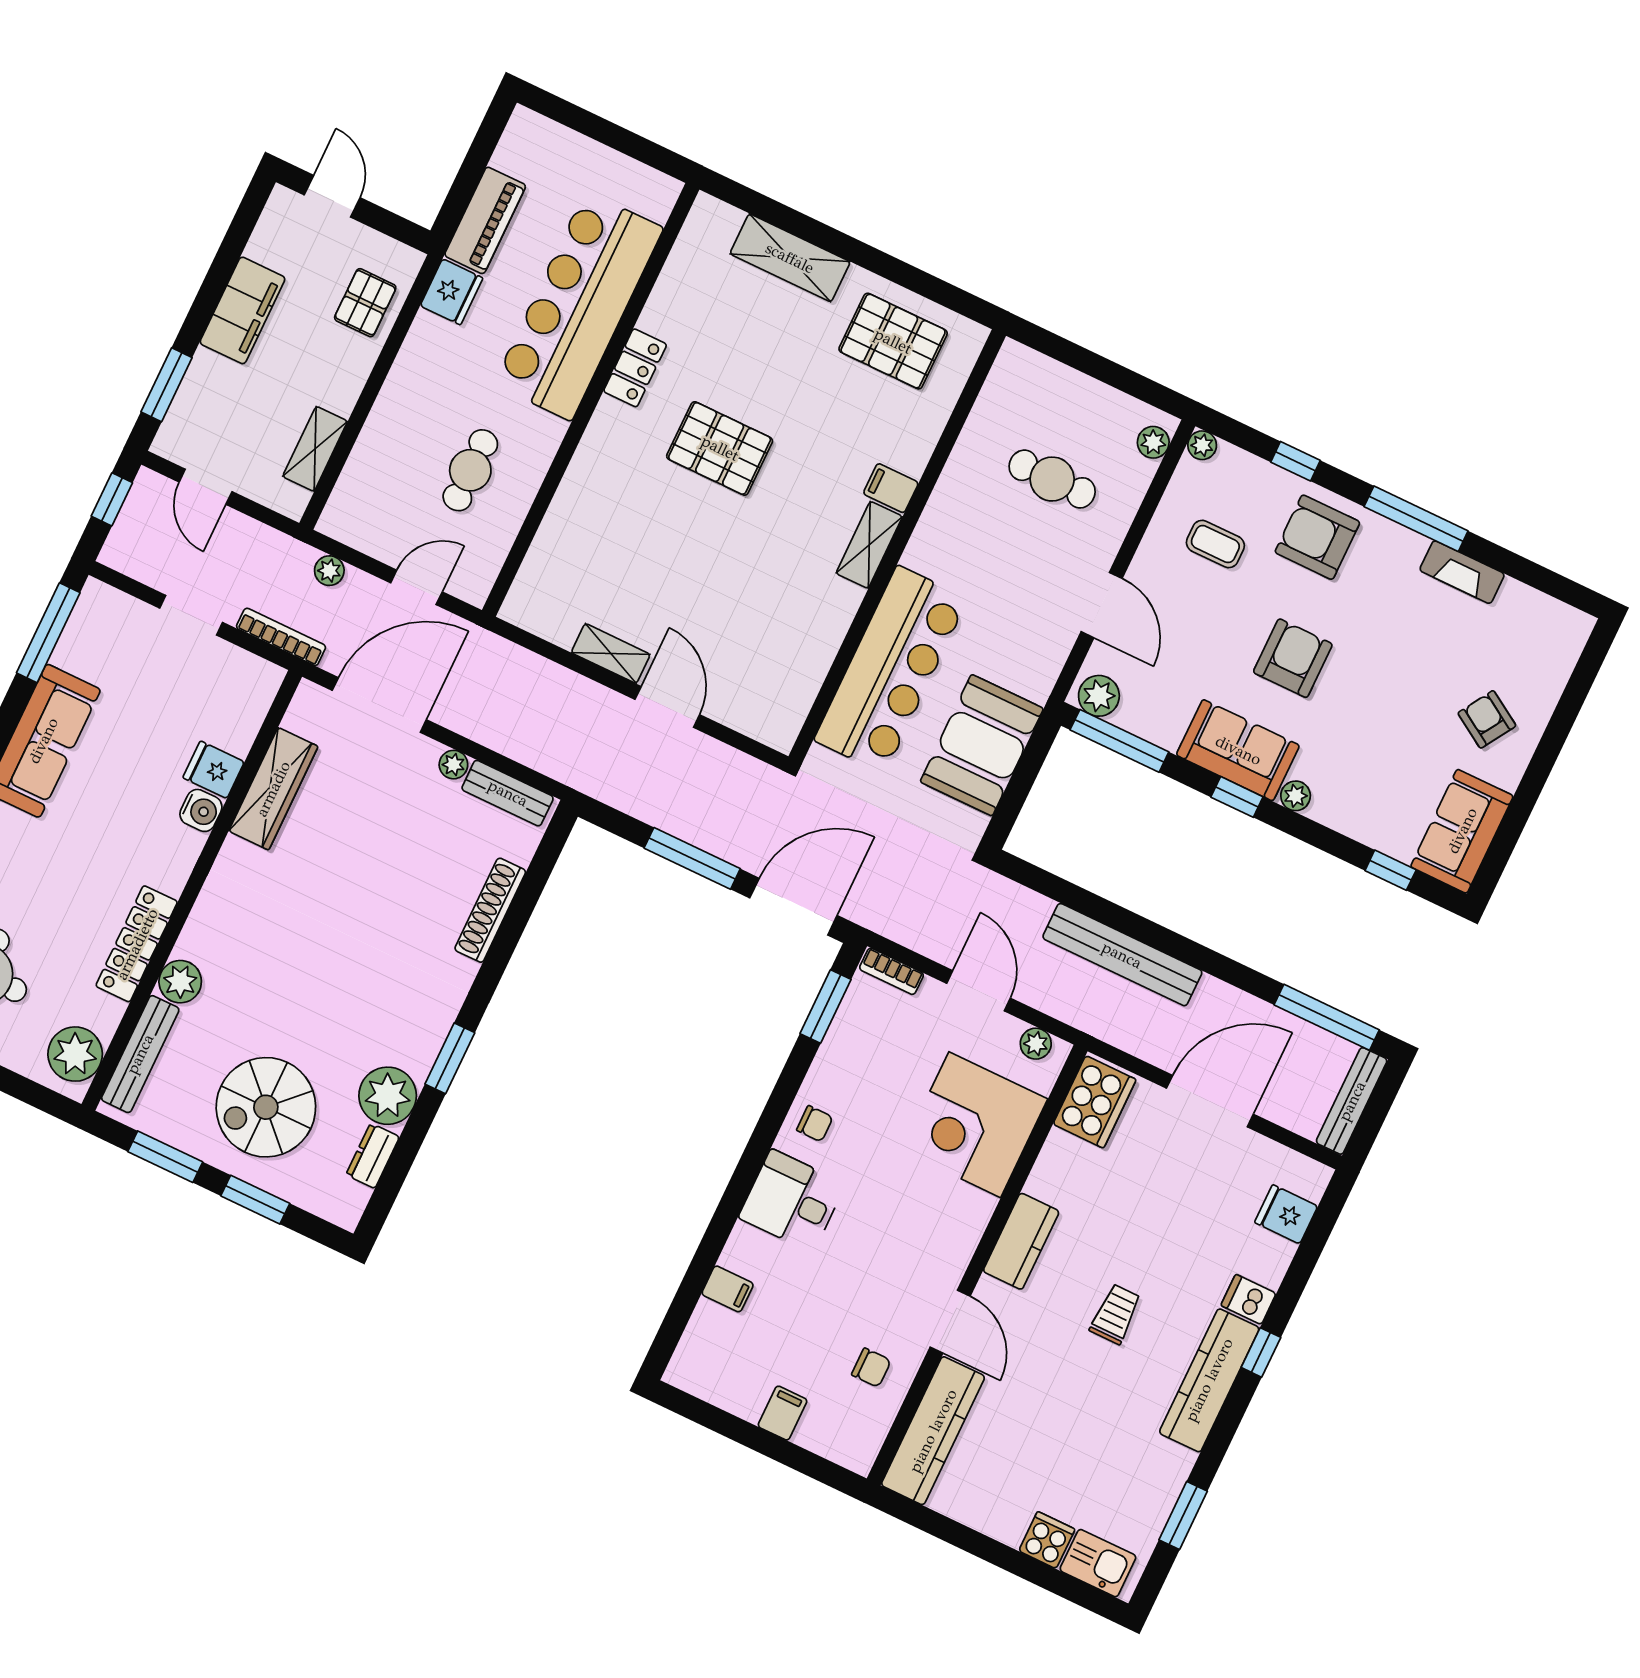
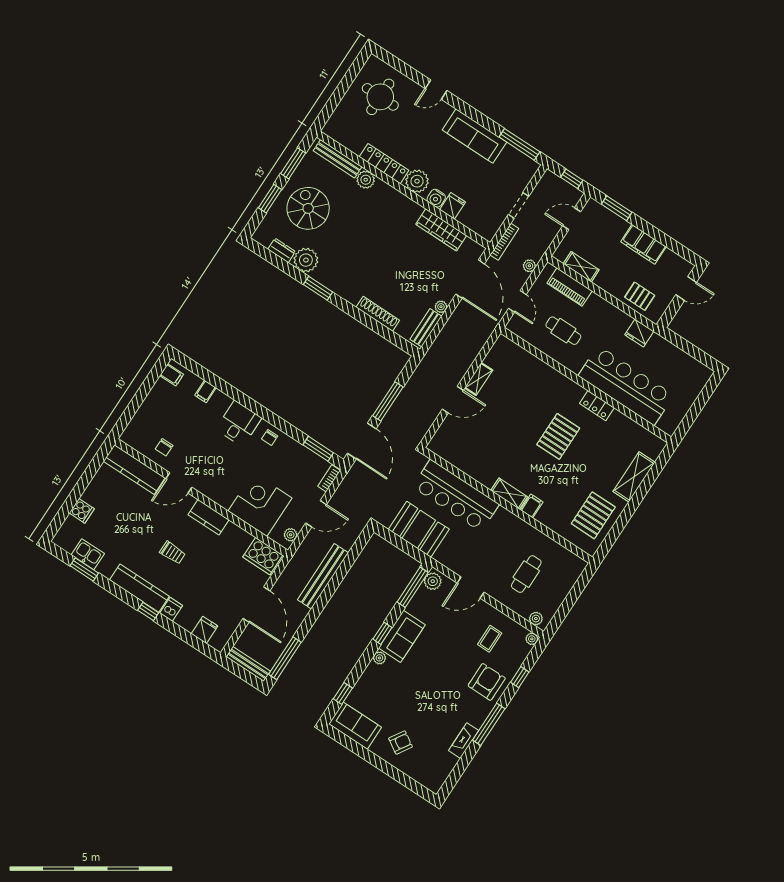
piano: (485, 220) -> (570, 287), moved
armchair: (1293, 658) -> (437, 665), removed
plant: (75, 1054) -> (417, 181), moved
filing cabinet: (783, 1413) -> (172, 375), moved
kitchen sink: (1098, 1563) -> (88, 554), moved, turned -90

